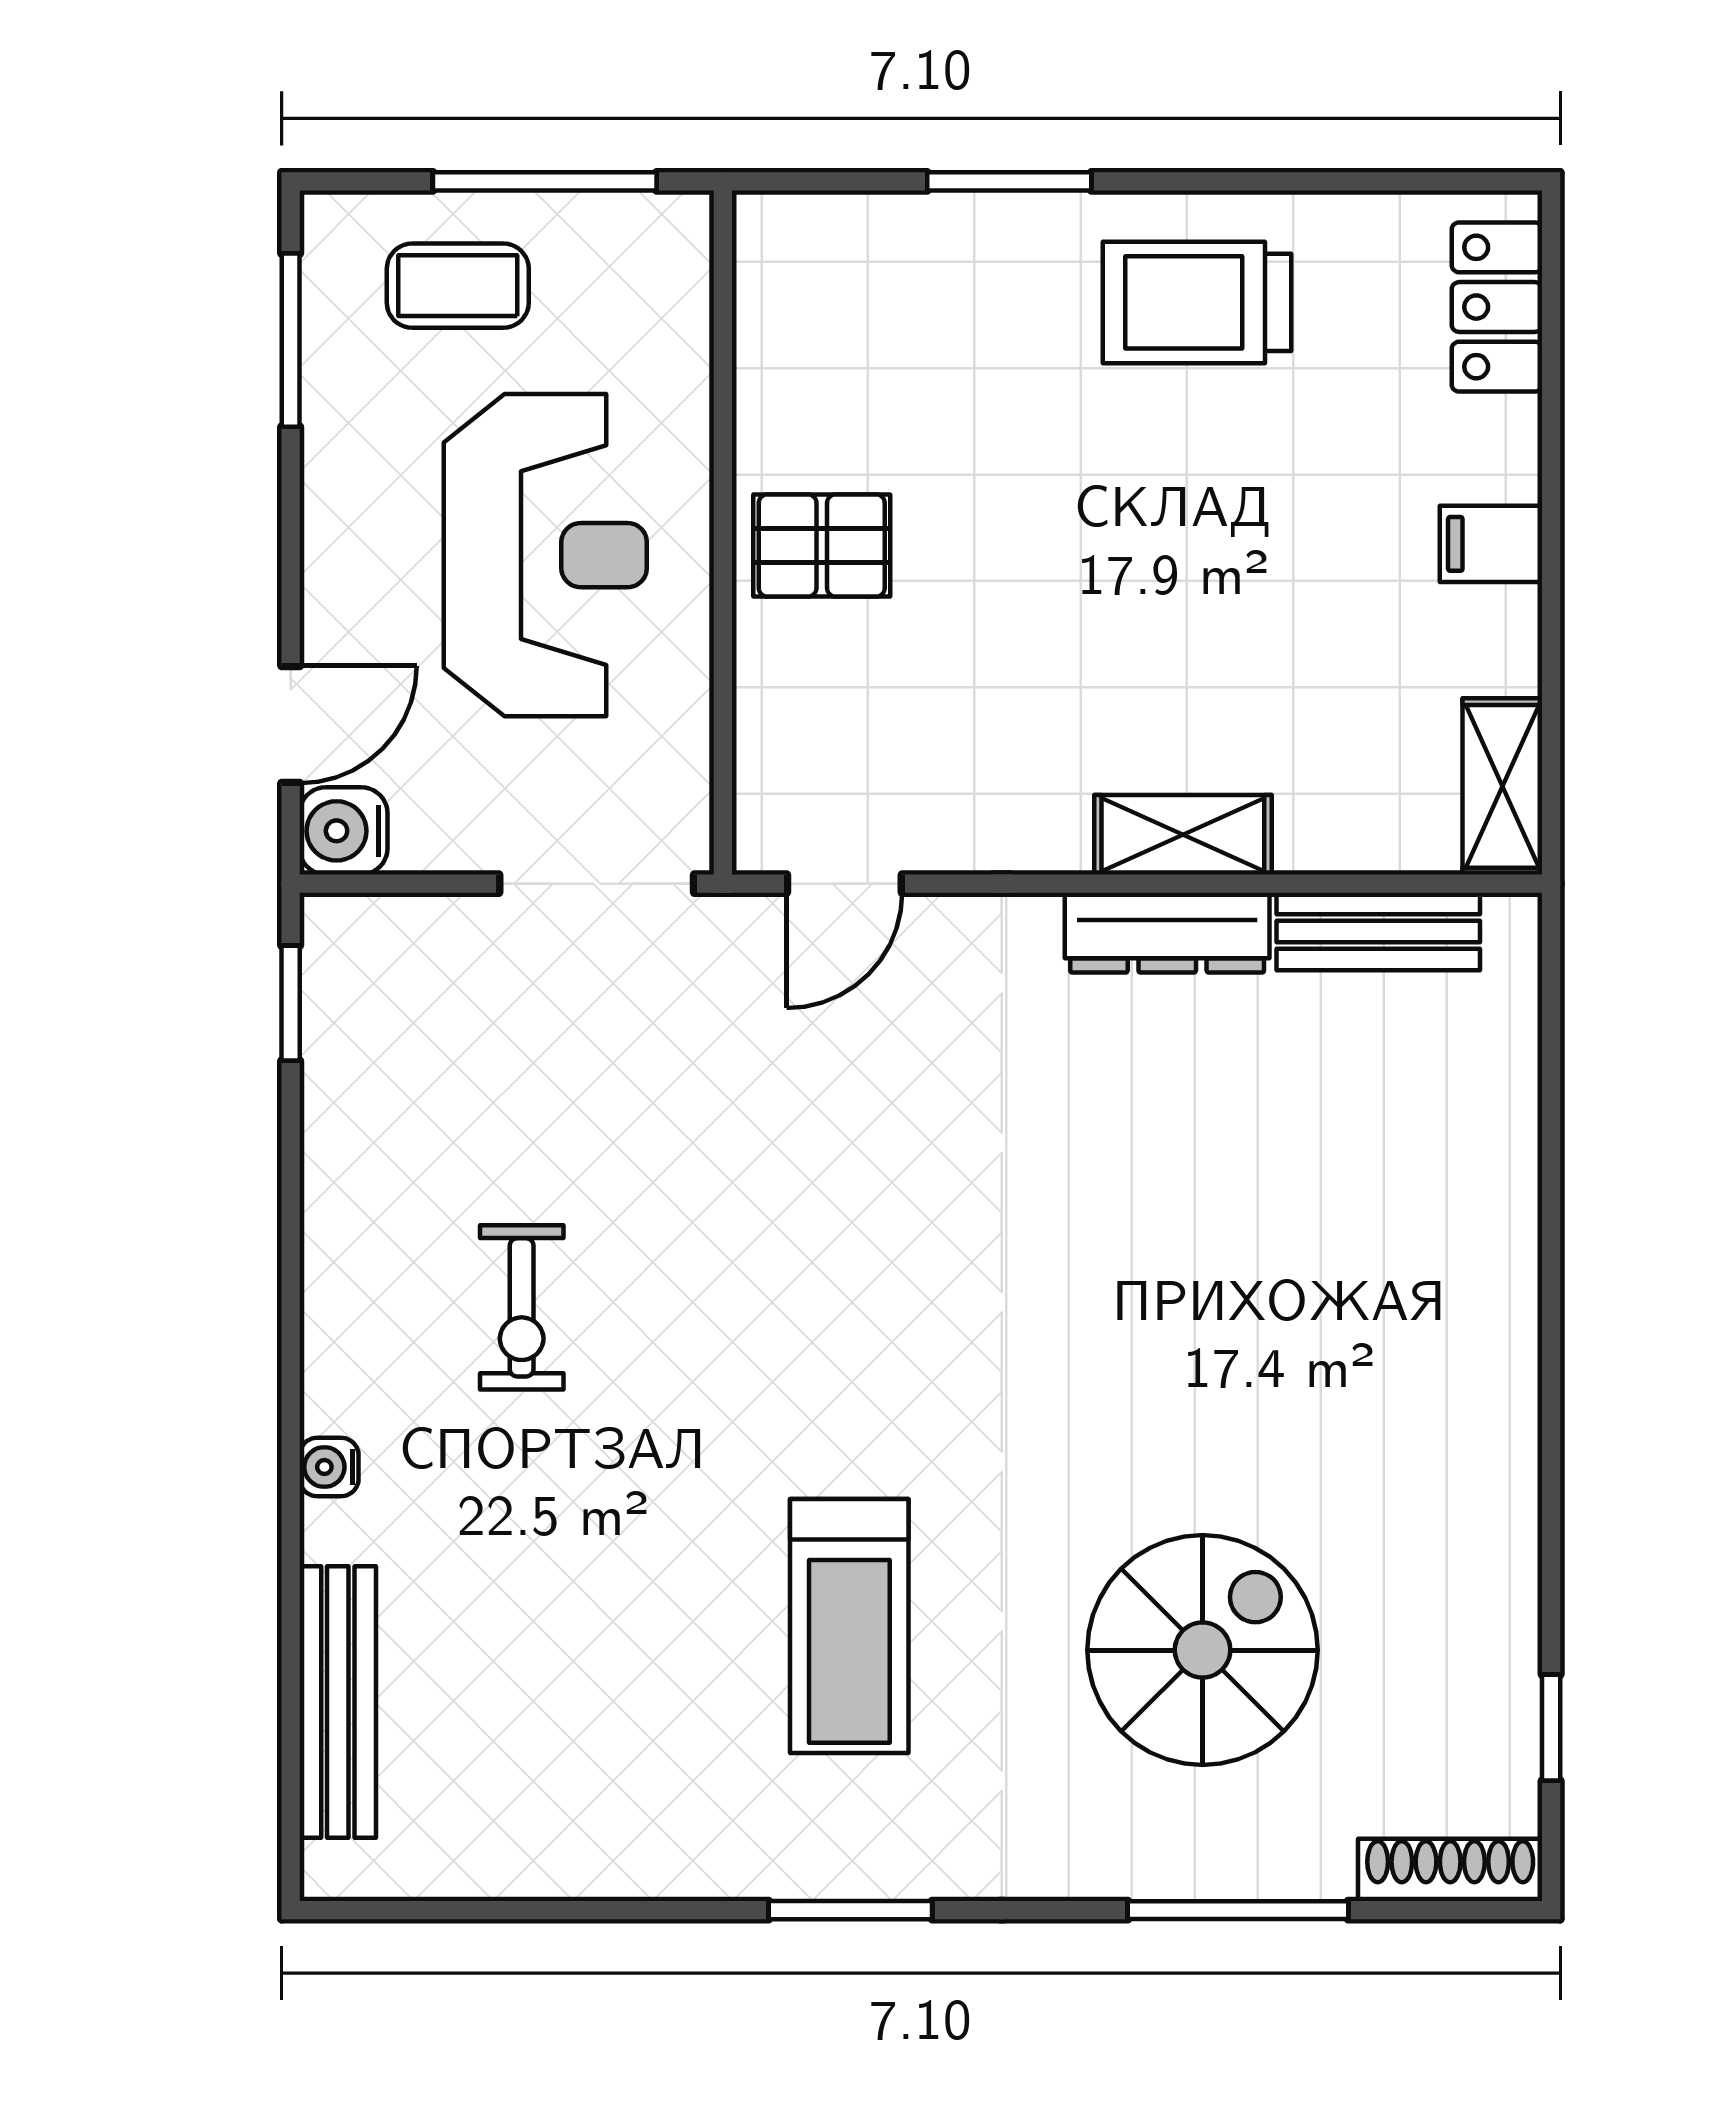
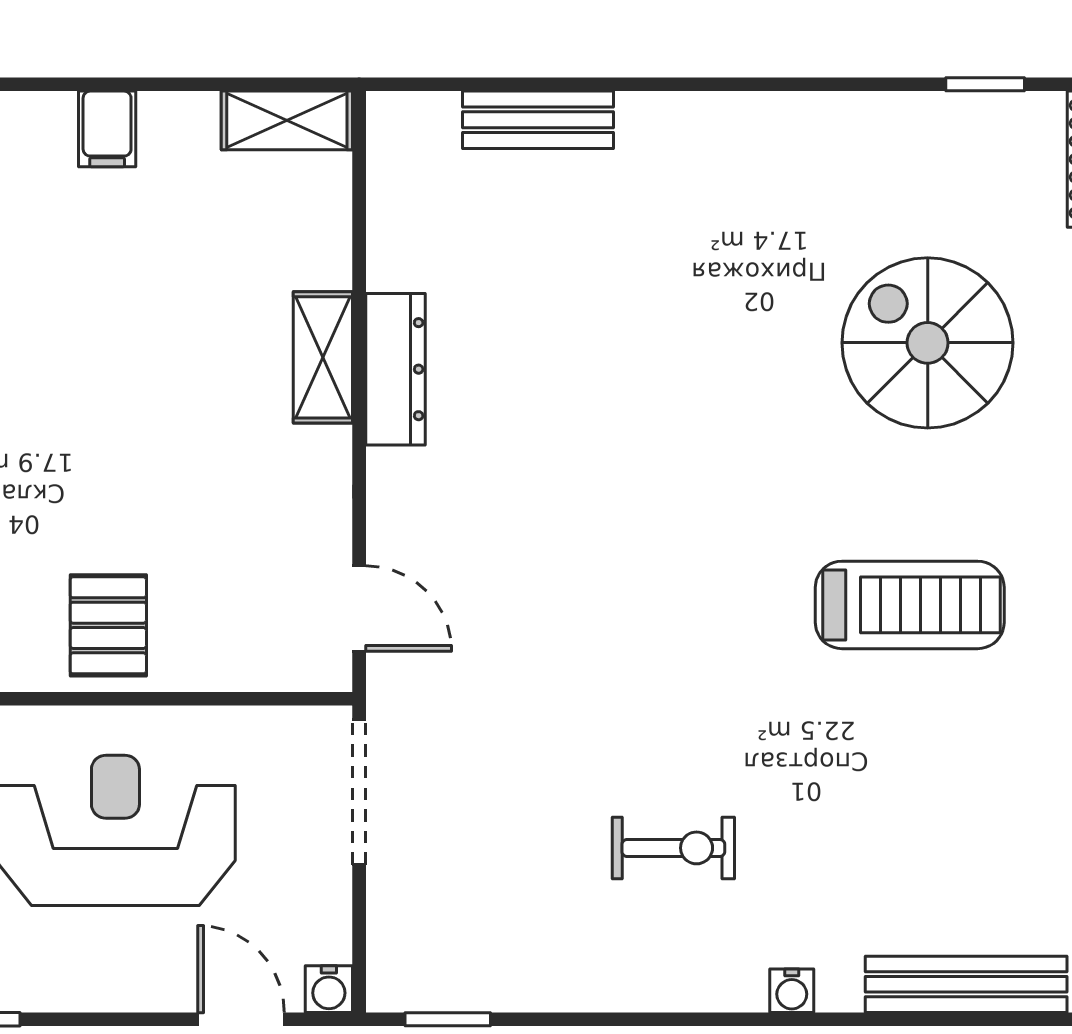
water cooler: (344, 831) -> (329, 989), width x0.72, depth x0.72
bench: (1378, 931) -> (538, 120), moved, turned 90

